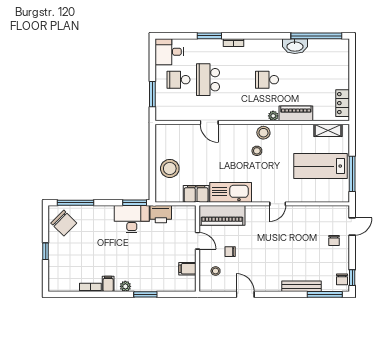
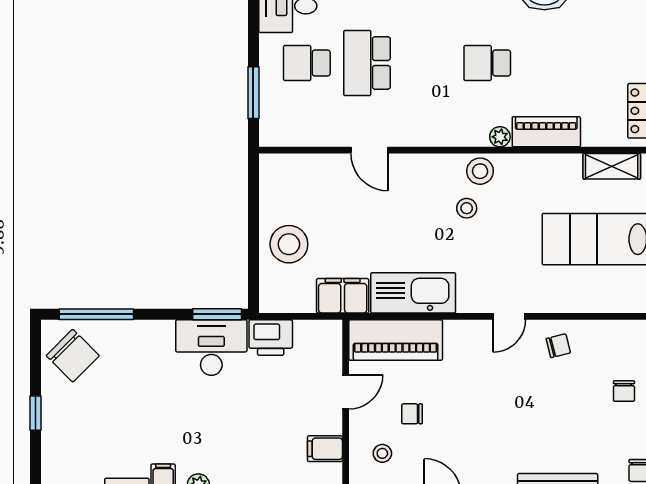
chair: (302, 218) -> (558, 346), added
door: (198, 241) -> (346, 392), hinge flipped

